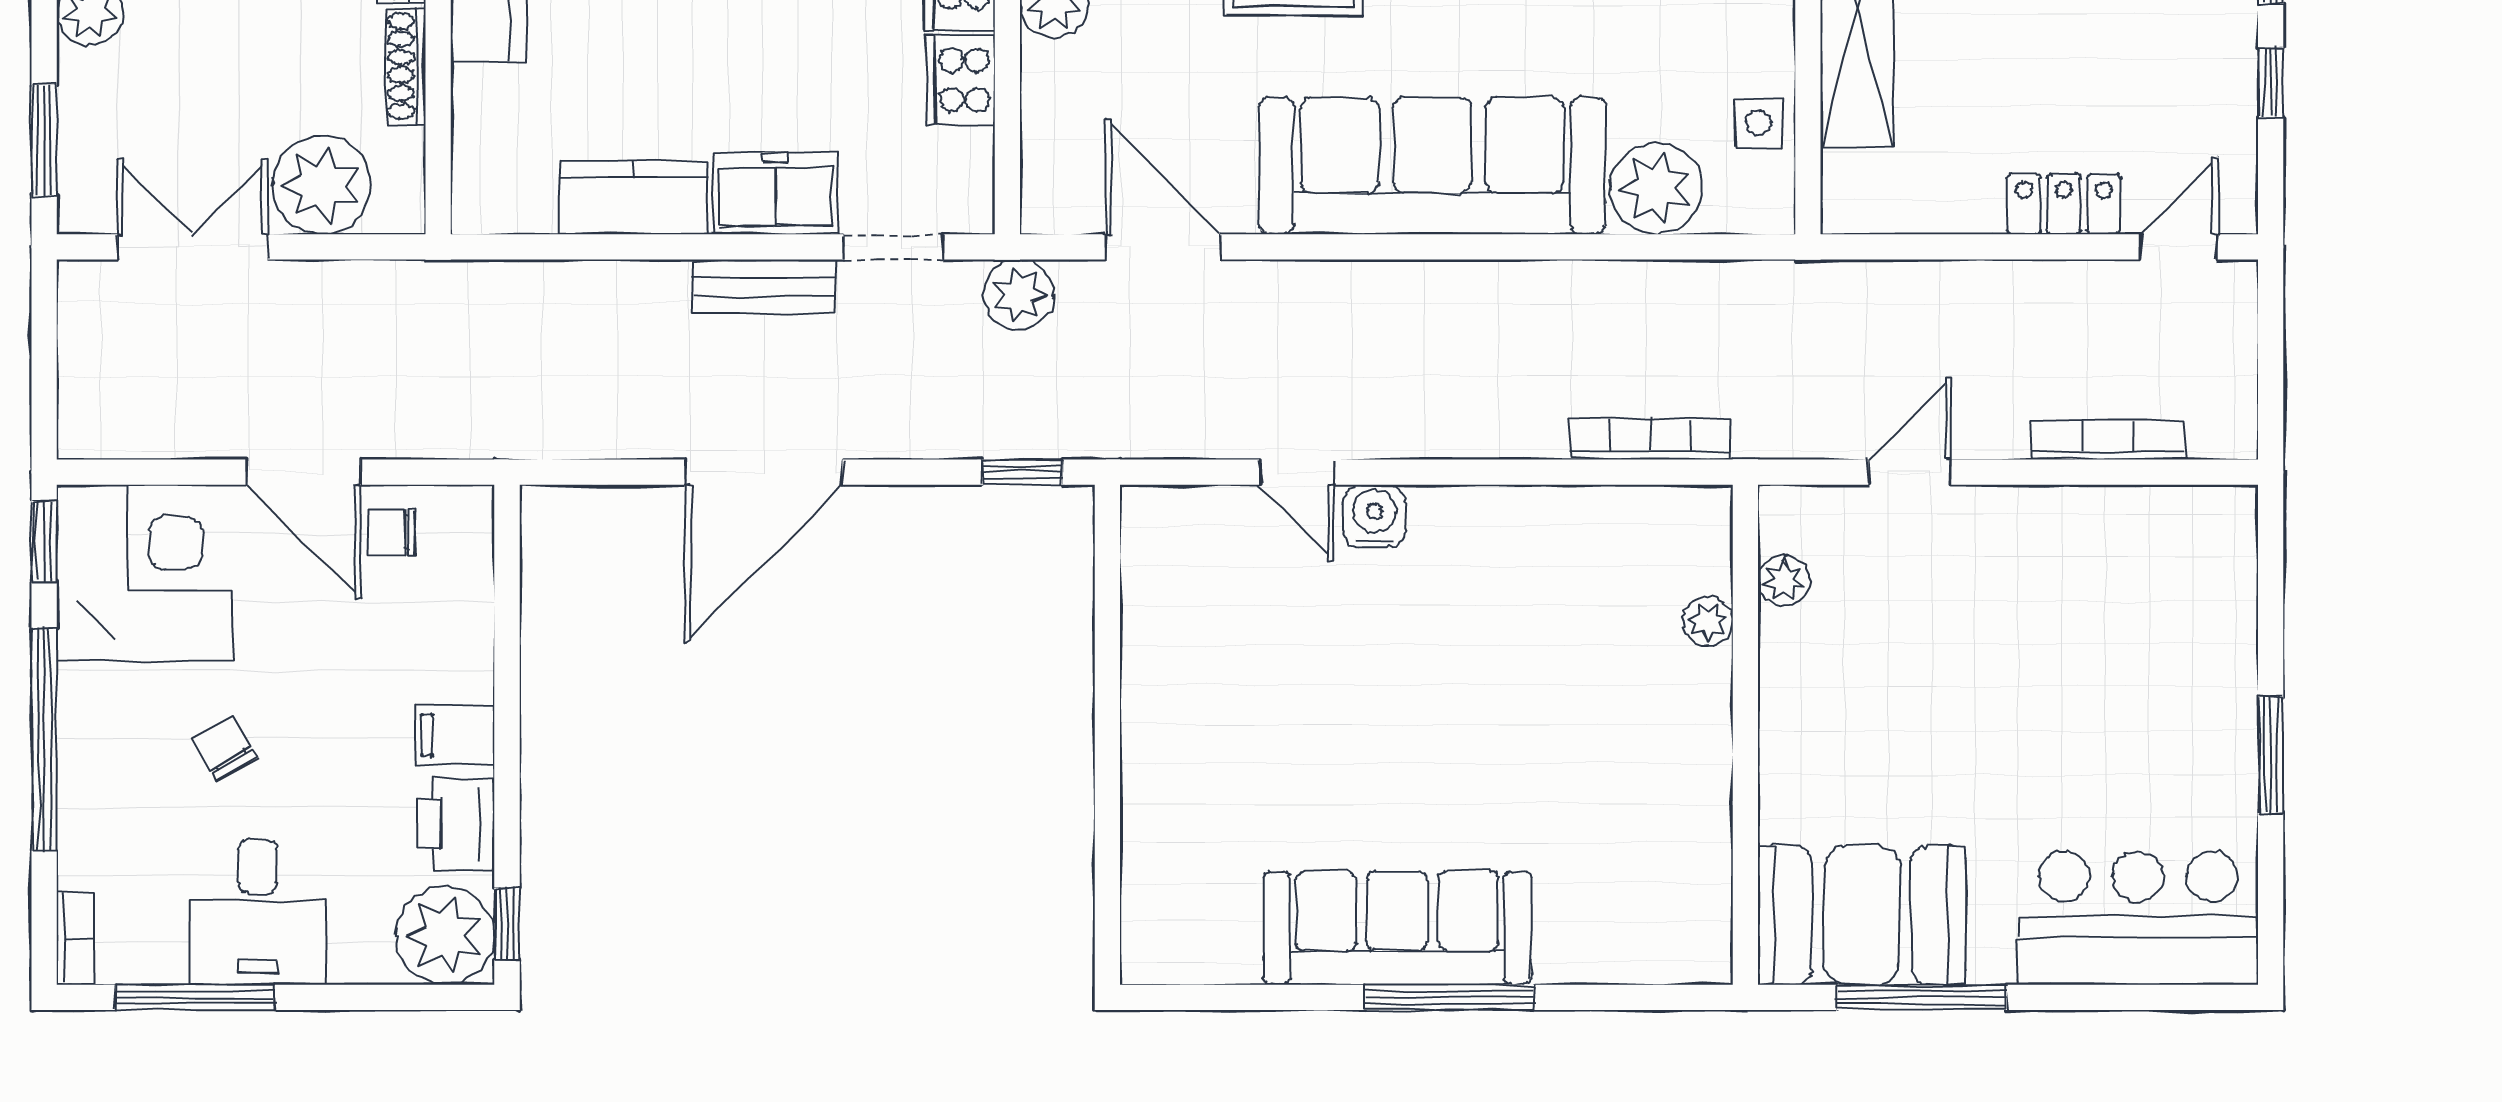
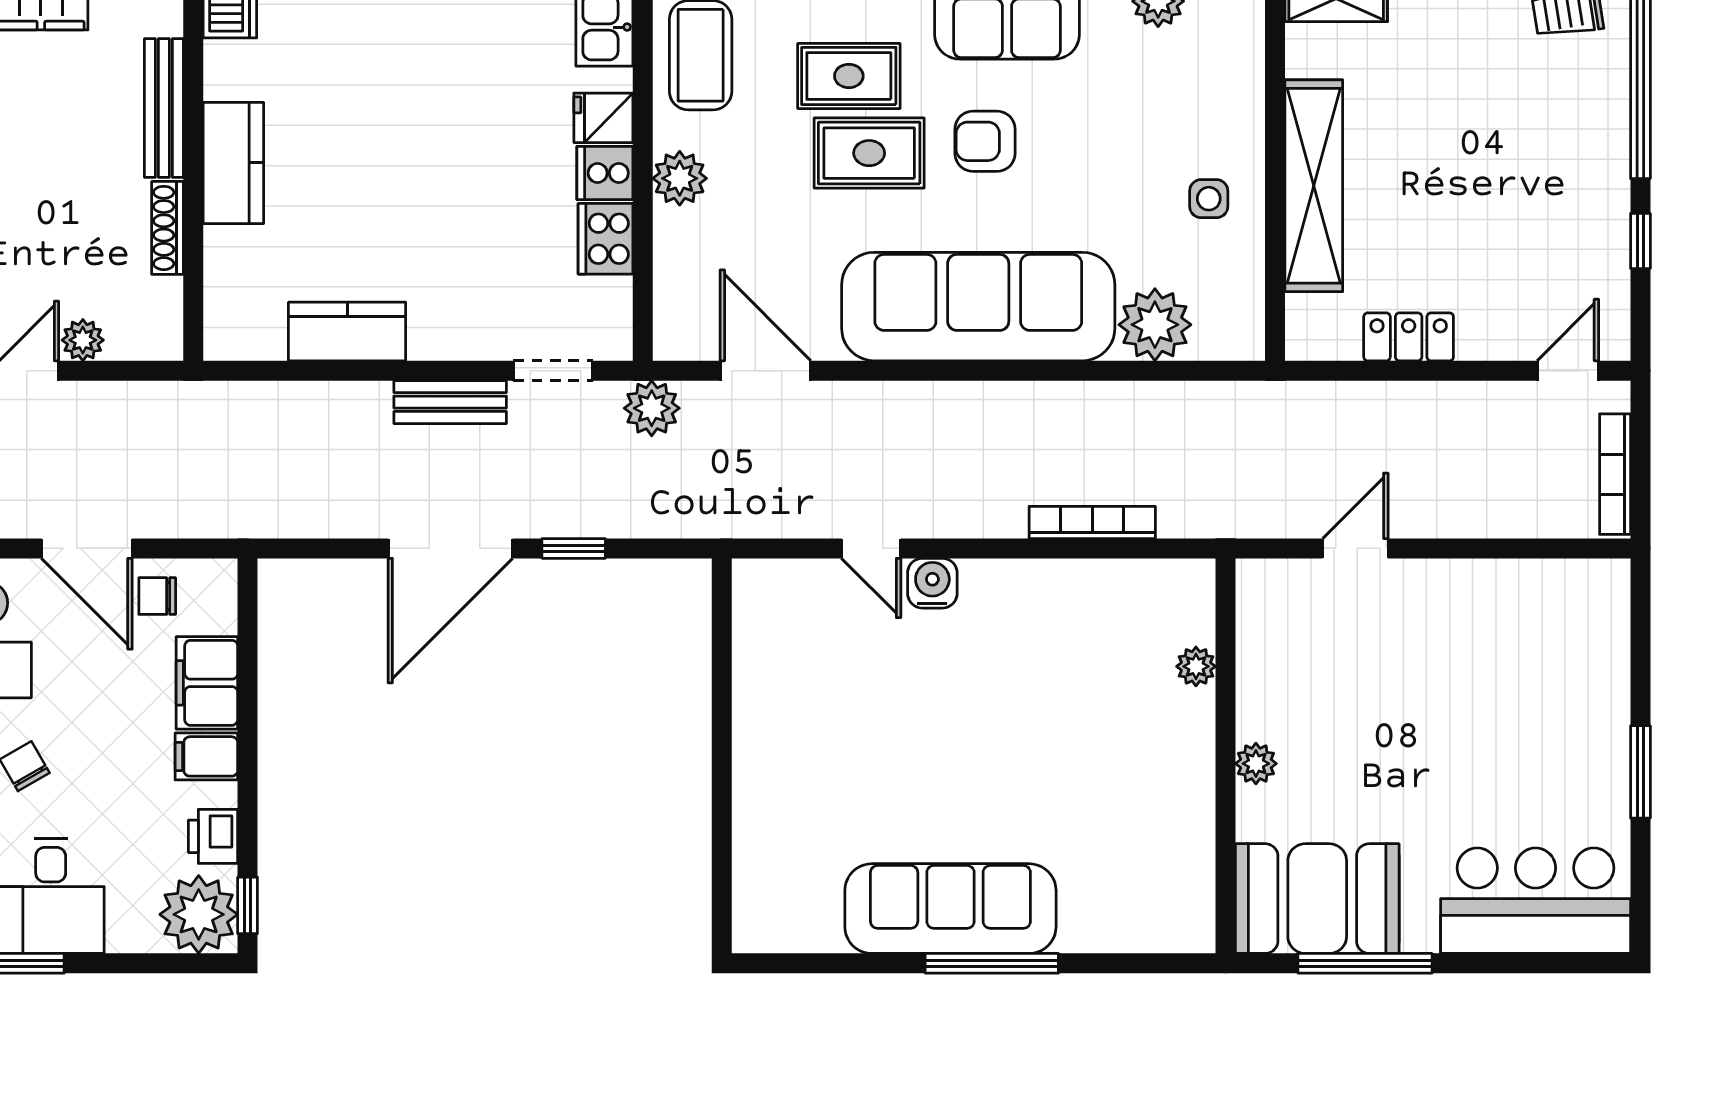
side table: (1758, 123) -> (1209, 199), moved
plant: (321, 185) -> (83, 340), width x0.53, depth x0.53
freezer: (775, 193) -> (459, 328), removed
locker: (2064, 204) -> (1409, 337), moved
bookcase: (1650, 439) -> (1092, 522), moved
bookcase: (2108, 440) -> (1615, 474), moved, turned -90
window: (1022, 472) -> (574, 548), moved
plant: (1784, 581) -> (1256, 764), moved
filing cabinet: (456, 642) -> (207, 683), added
printer: (456, 824) -> (213, 836), width x0.73, depth x0.81

